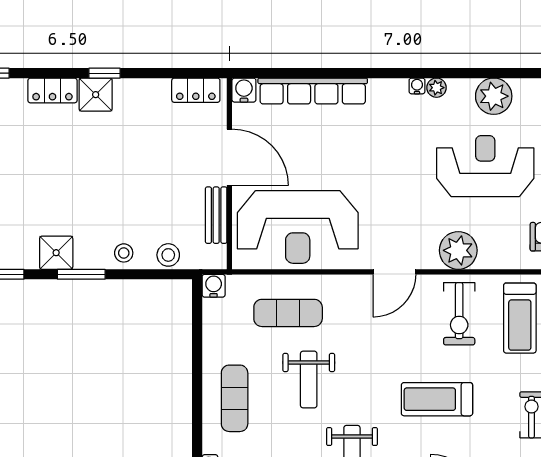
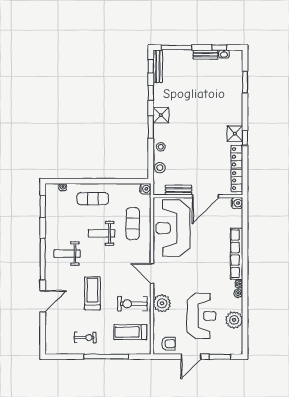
locker: (52, 90) -> (237, 157), moved
row of seats: (313, 91) -> (237, 254), moved

